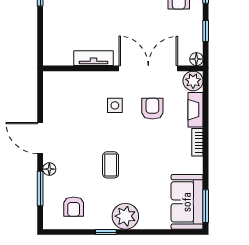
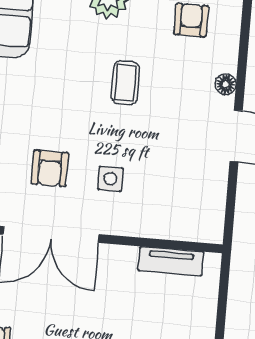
tv unit: (94, 58) -> (171, 261), moved
window: (40, 189) -> (243, 54), removed

